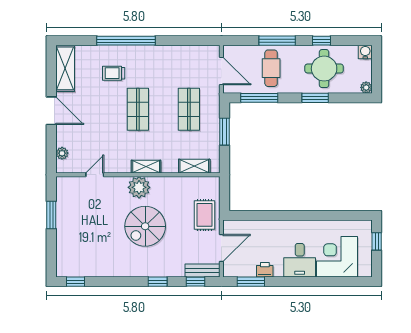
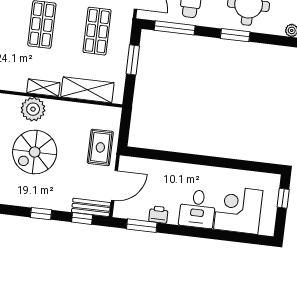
shelving: (194, 166) -> (87, 90), width x1.50, depth x1.33

